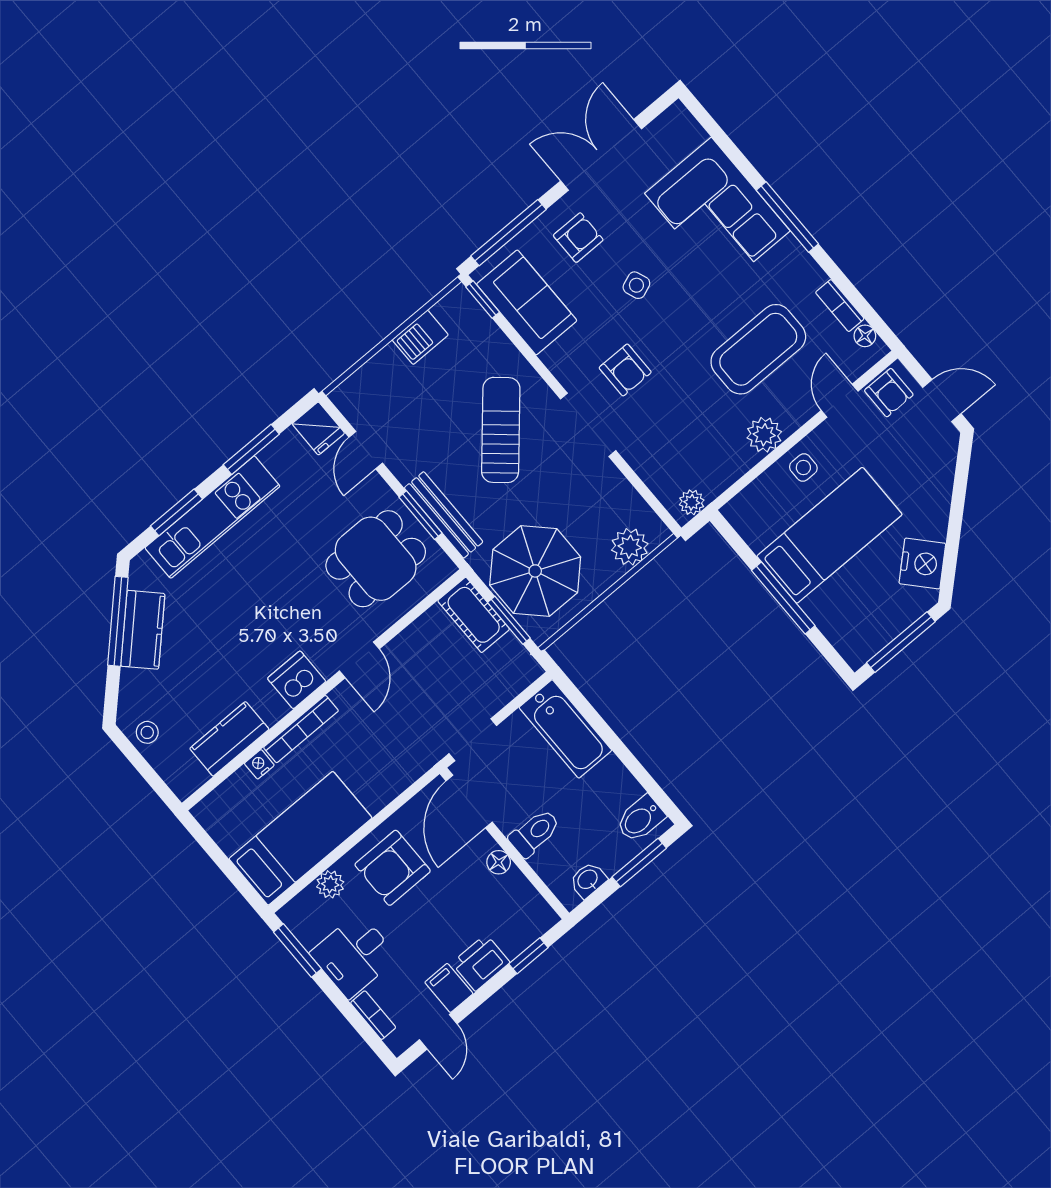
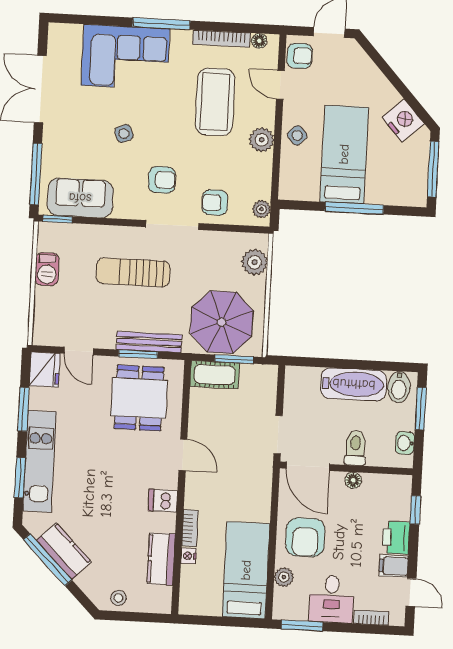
armchair: (578, 238) -> (215, 203), moved, turned -90
bookcase: (840, 306) -> (221, 39), width x1.56
fridge: (318, 428) -> (45, 370), width x1.38
sun lounger: (501, 430) -> (133, 272), turned -41
side table: (803, 467) -> (297, 135), turned 45
dishwasher: (297, 680) -> (163, 501), width x0.73
bookcase: (301, 729) -> (190, 528), width x0.64
bathtub: (565, 729) -> (354, 384), moved

